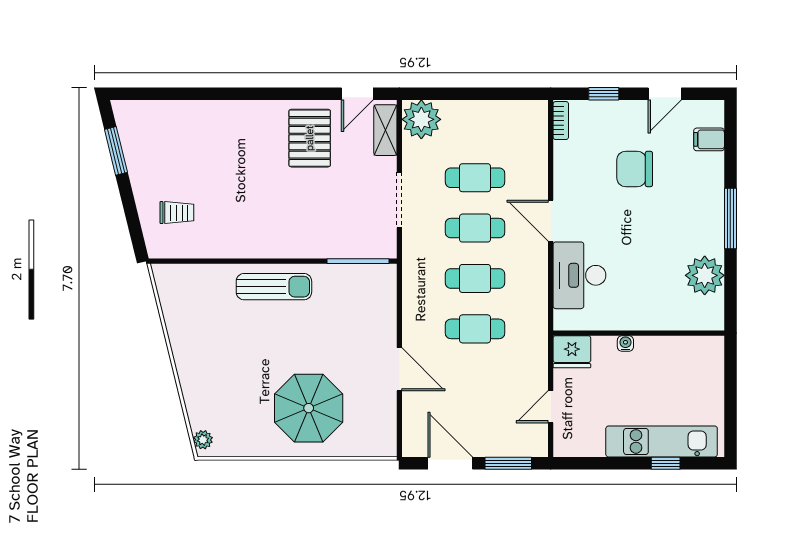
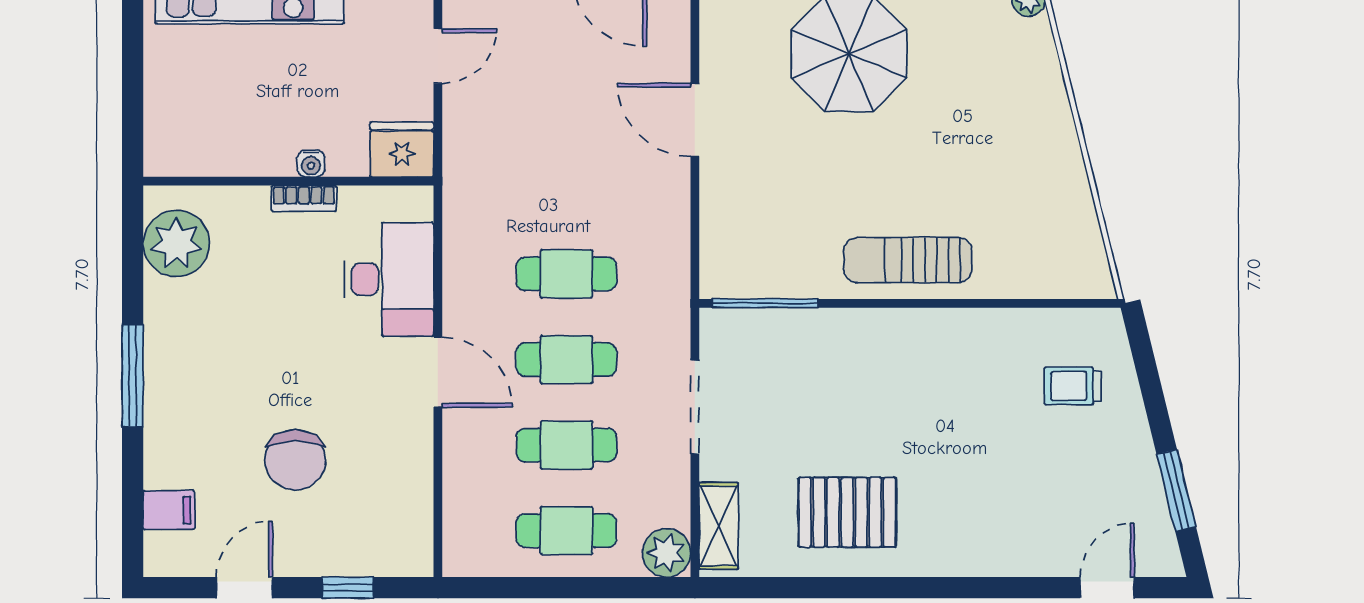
door: (357, 94) -> (1107, 588), moved
plant: (421, 119) -> (666, 553), width x0.73, depth x0.73
bookcase: (561, 121) -> (304, 198), moved, turned -90
pallet: (310, 138) -> (847, 512), turned 90
chair: (635, 169) -> (295, 460), turned 90
plant: (705, 275) -> (176, 243), moved
cafe table: (475, 329) -> (566, 531), moved

